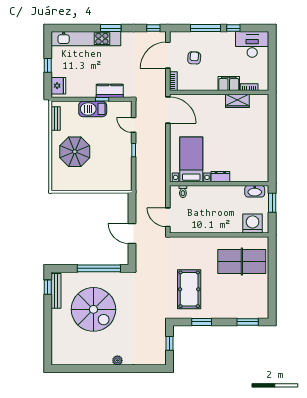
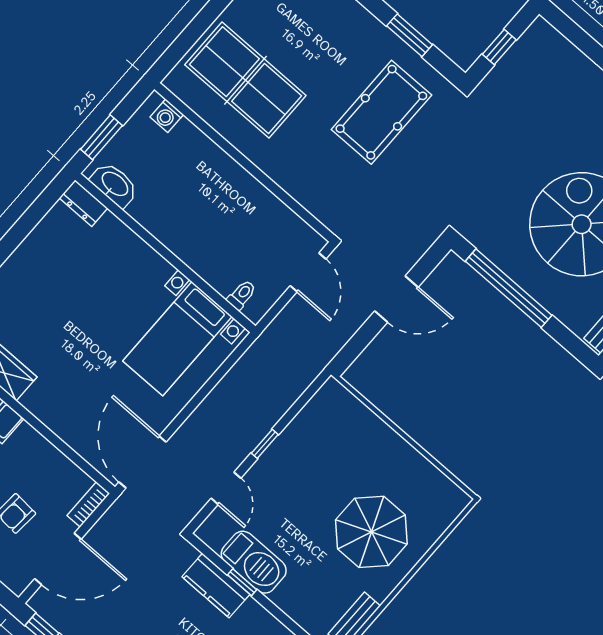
barbecue: (93, 109) -> (254, 562), moved
dresser: (220, 177) -> (83, 203), moved
washing machine: (253, 223) -> (167, 116), width x0.53, depth x0.53
door: (132, 233) -> (396, 299), hinge flipped

